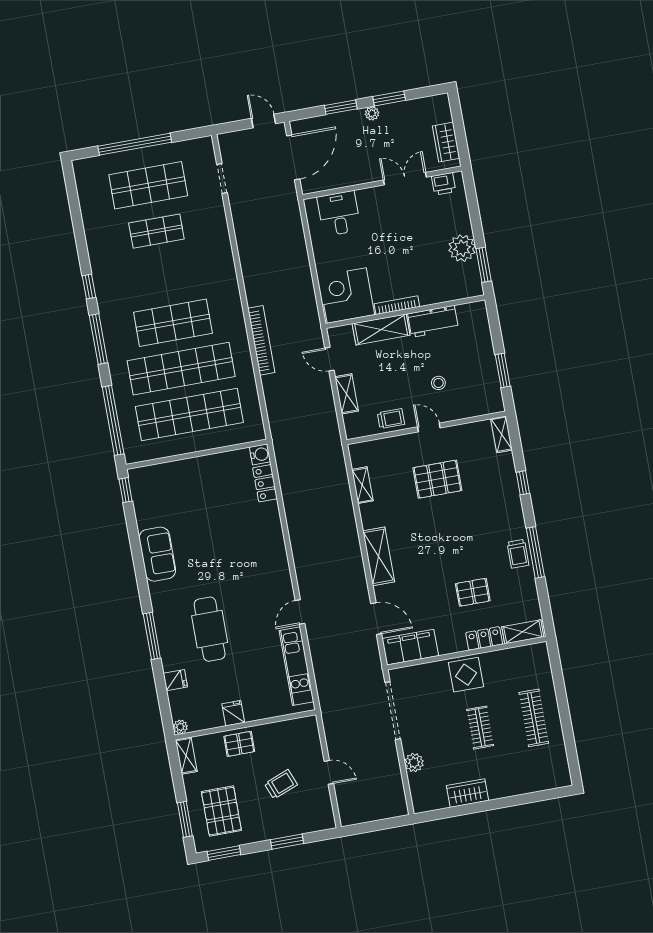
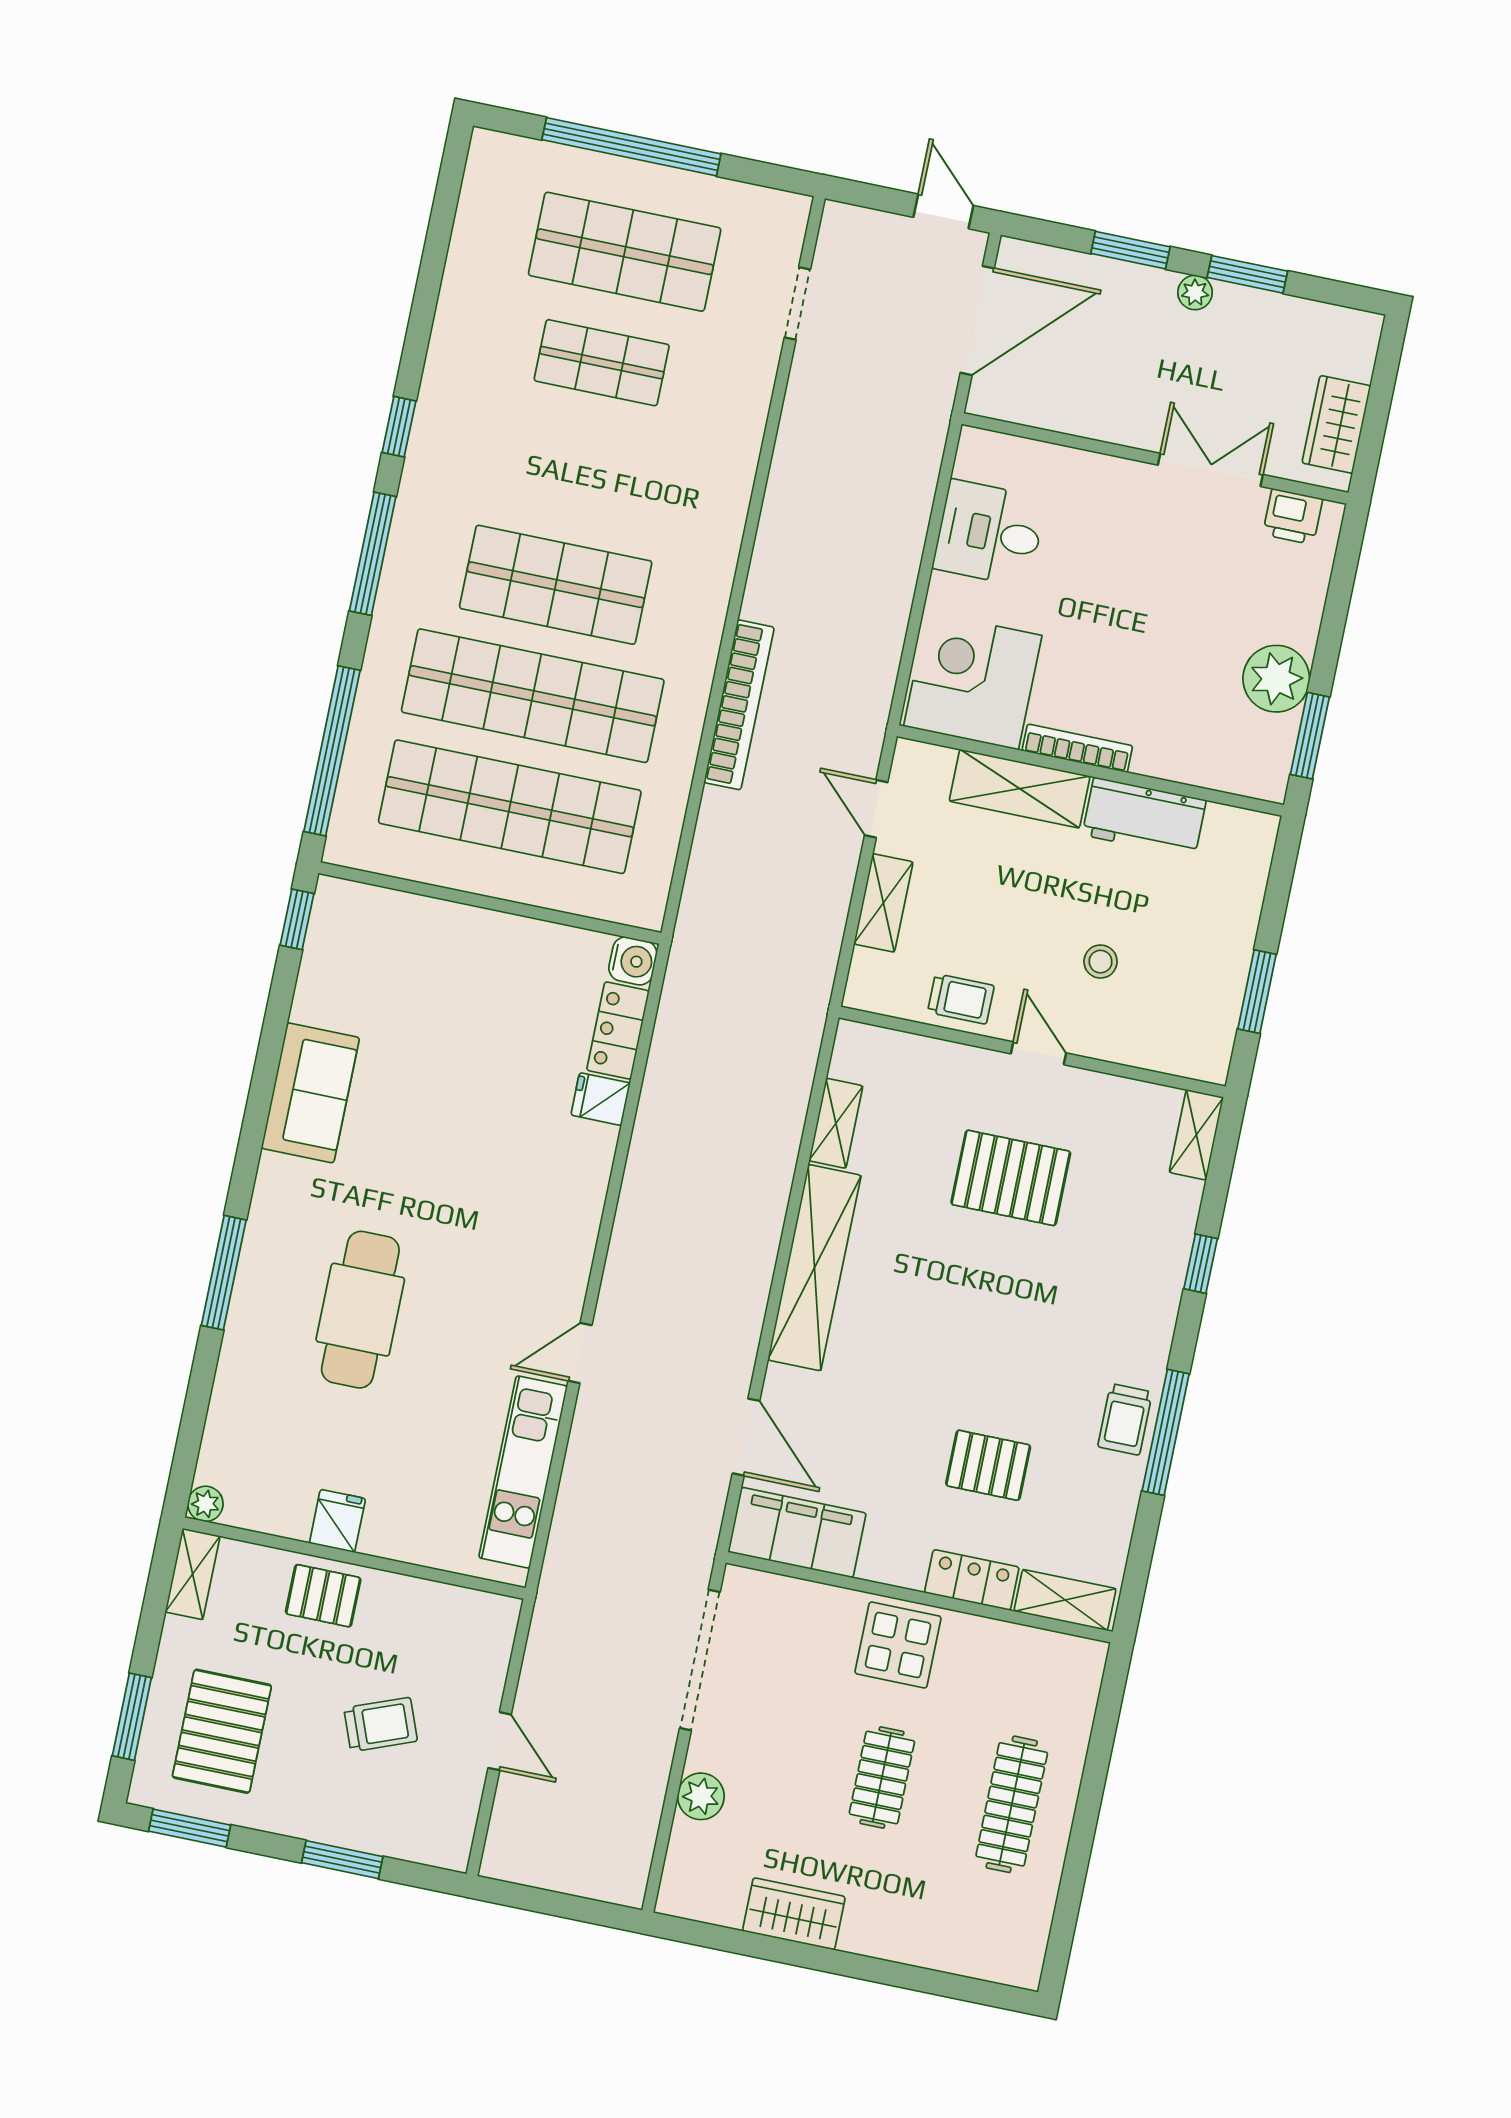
desk: (339, 214) -> (989, 533), moved, turned -90
shelving: (379, 556) -> (814, 1268), width x1.47
fridge: (175, 680) -> (601, 1099), moved, turned 180

